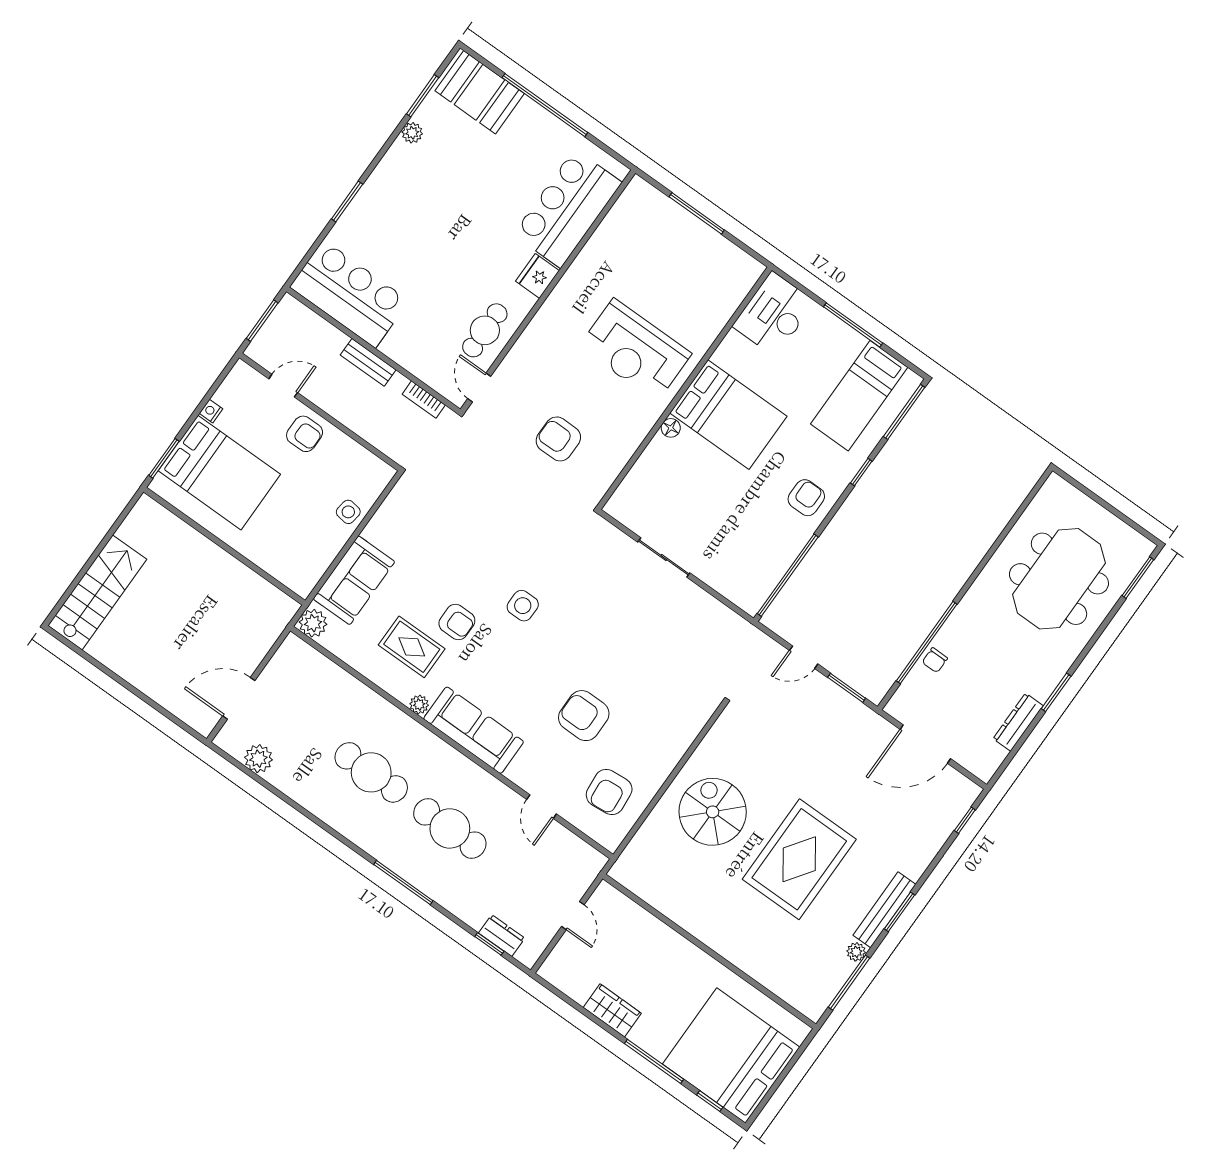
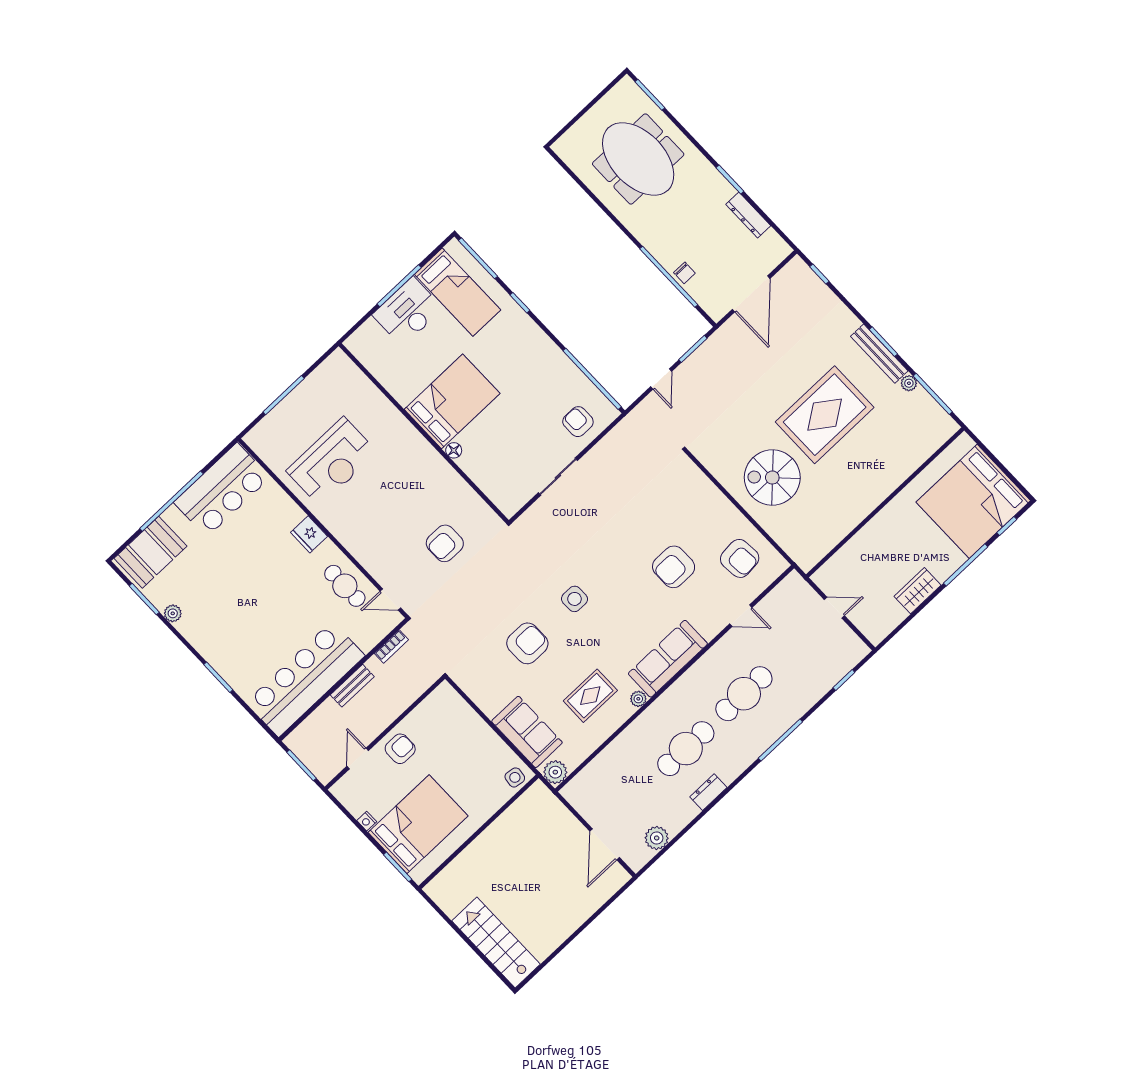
bar counter: (568, 208) -> (222, 490), moved, turned -90
bar counter: (349, 294) -> (305, 679), width x1.36
desk: (774, 314) -> (408, 312), moved, turned 90
reception desk: (635, 350) -> (332, 462), moved
armchair: (806, 498) -> (578, 422), moved
side table: (348, 512) -> (515, 777), moved
armchair: (457, 622) -> (527, 643), moved, width x1.38, depth x1.38
rug: (799, 859) -> (825, 415), turned 90
dresser: (502, 936) -> (708, 792), moved

